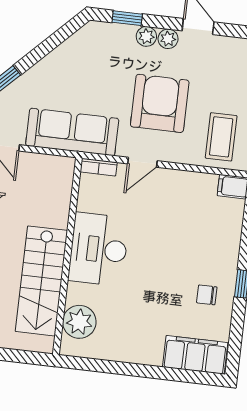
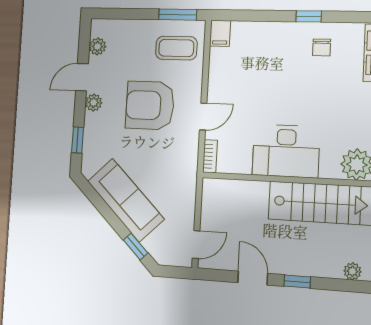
plant: (146, 36) -> (97, 46), moved
sofa: (72, 132) -> (126, 200), moved, turned 135
door: (142, 162) -> (203, 117), hinge flipped

